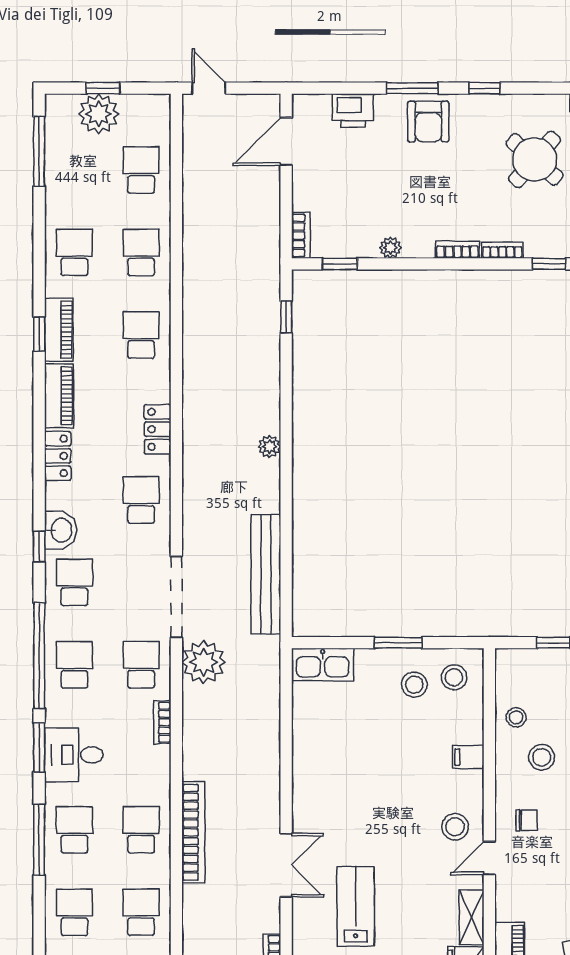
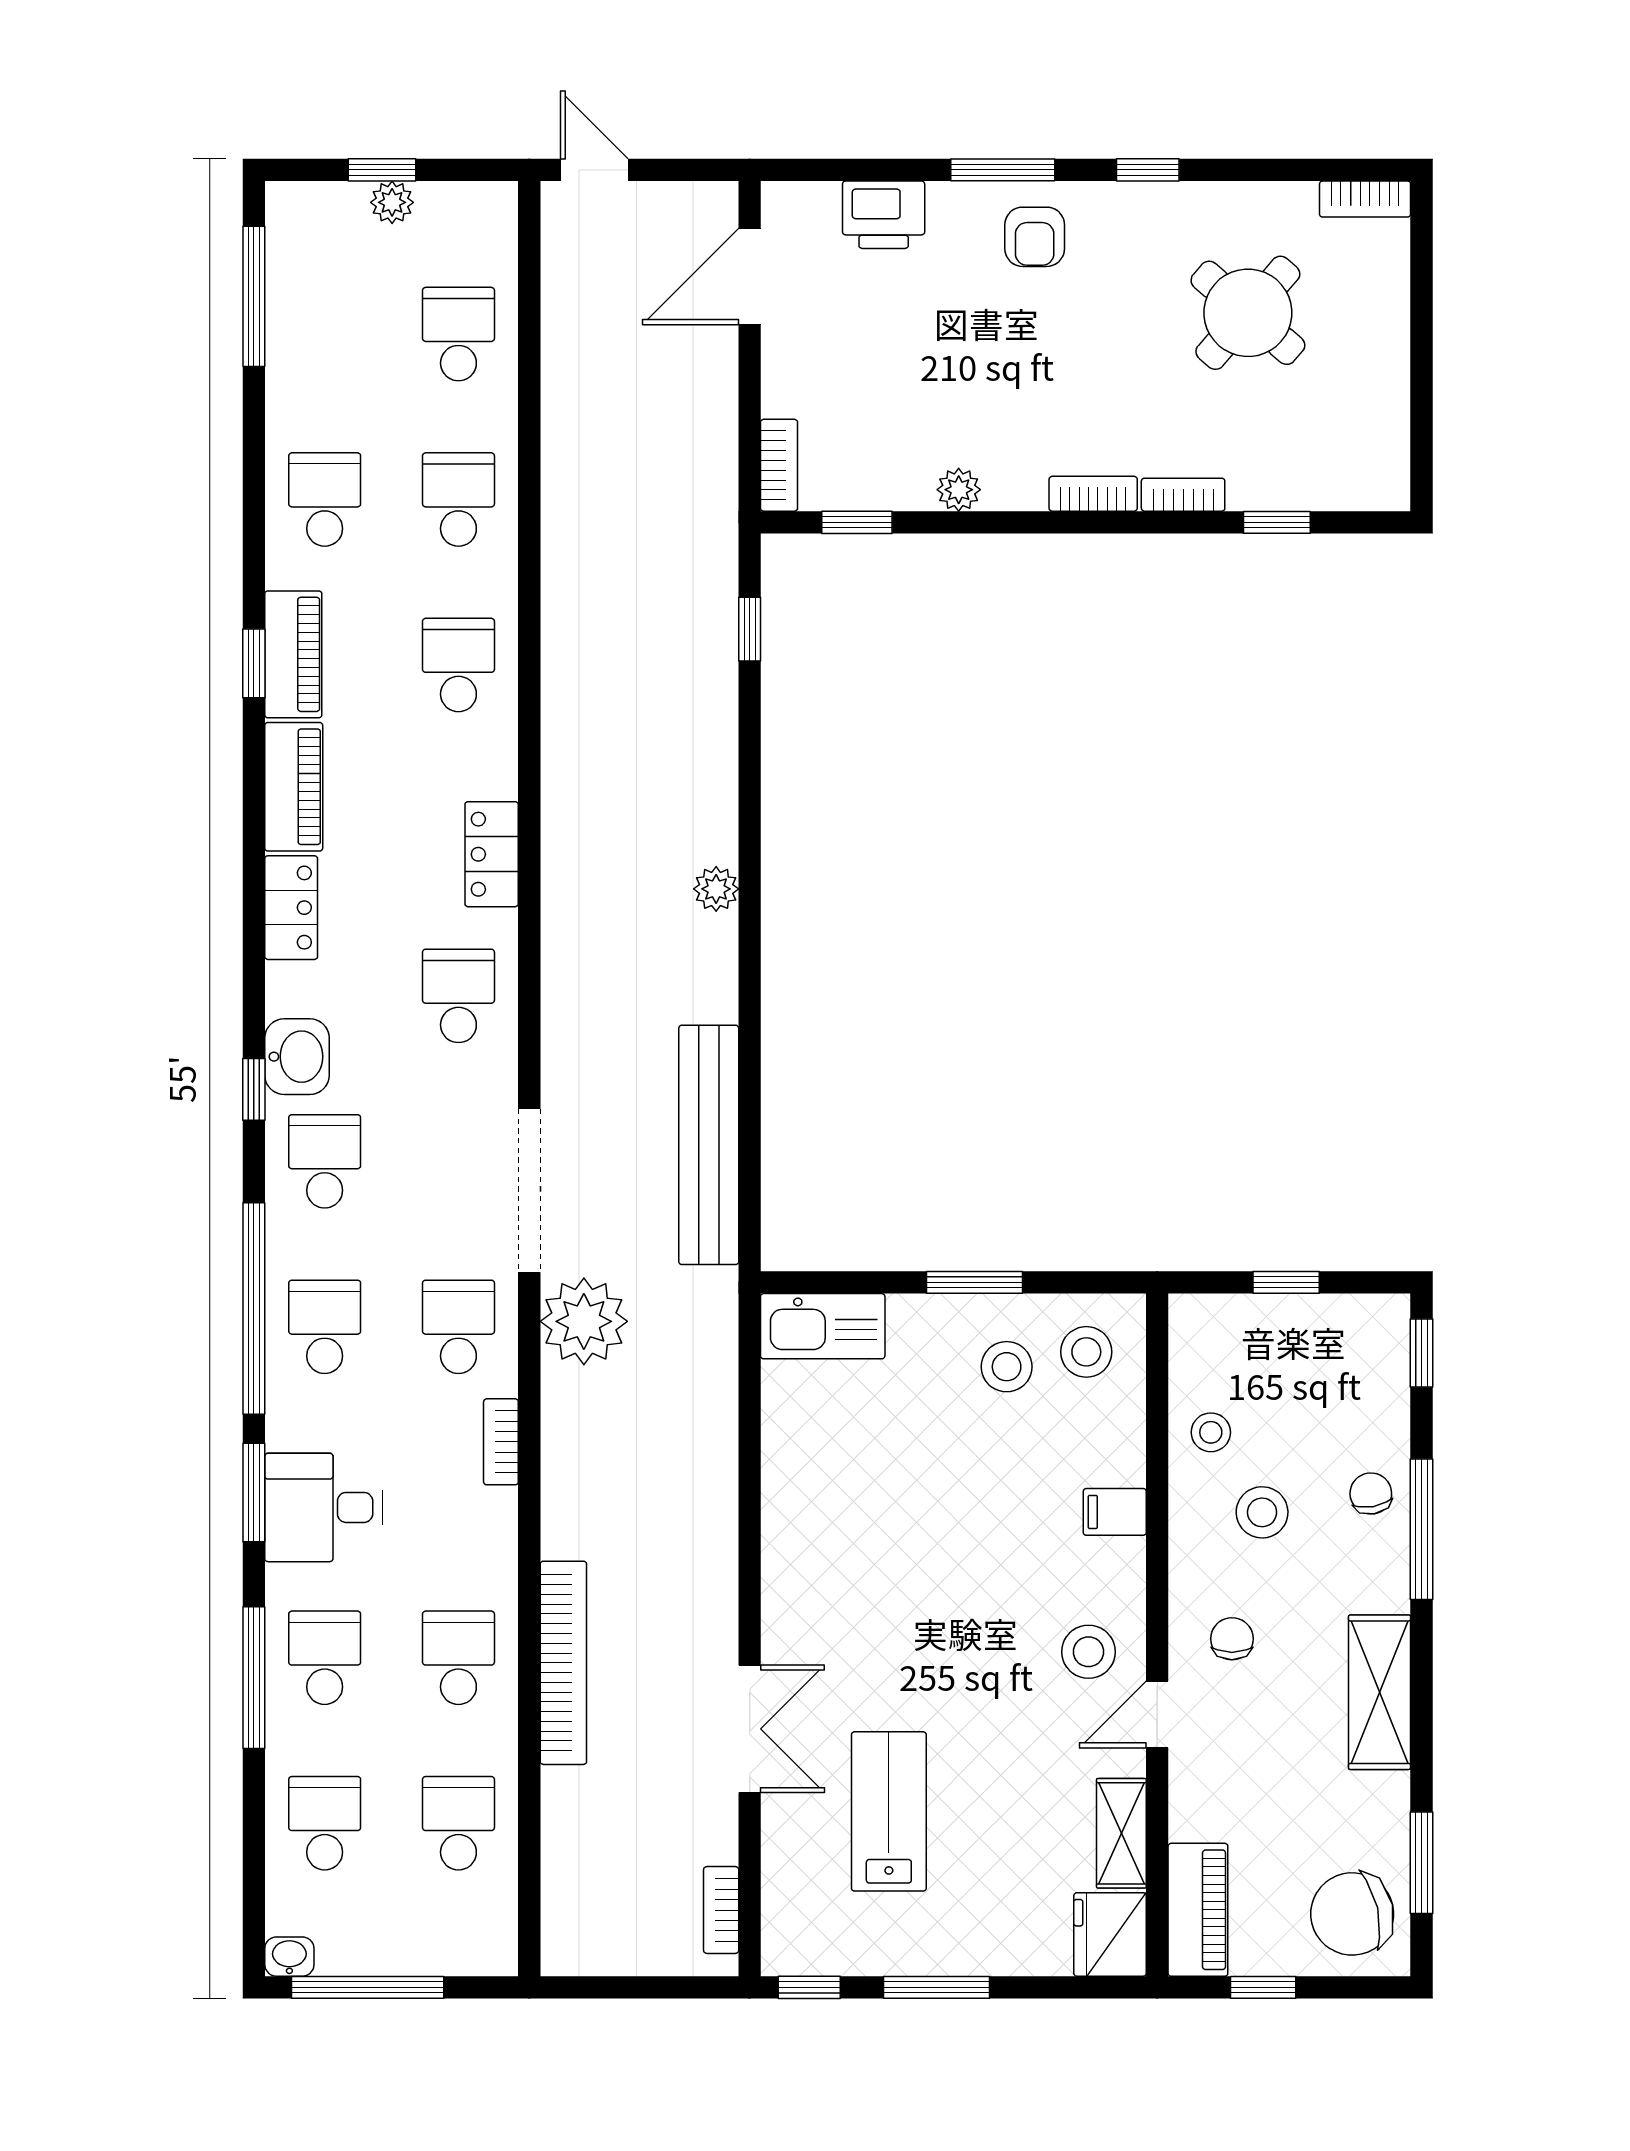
plant: (99, 114) -> (392, 202), width x0.53, depth x0.53
armchair: (428, 122) -> (1035, 237), width x0.72, depth x0.72
chair: (527, 820) -> (1232, 1639), turned -90

